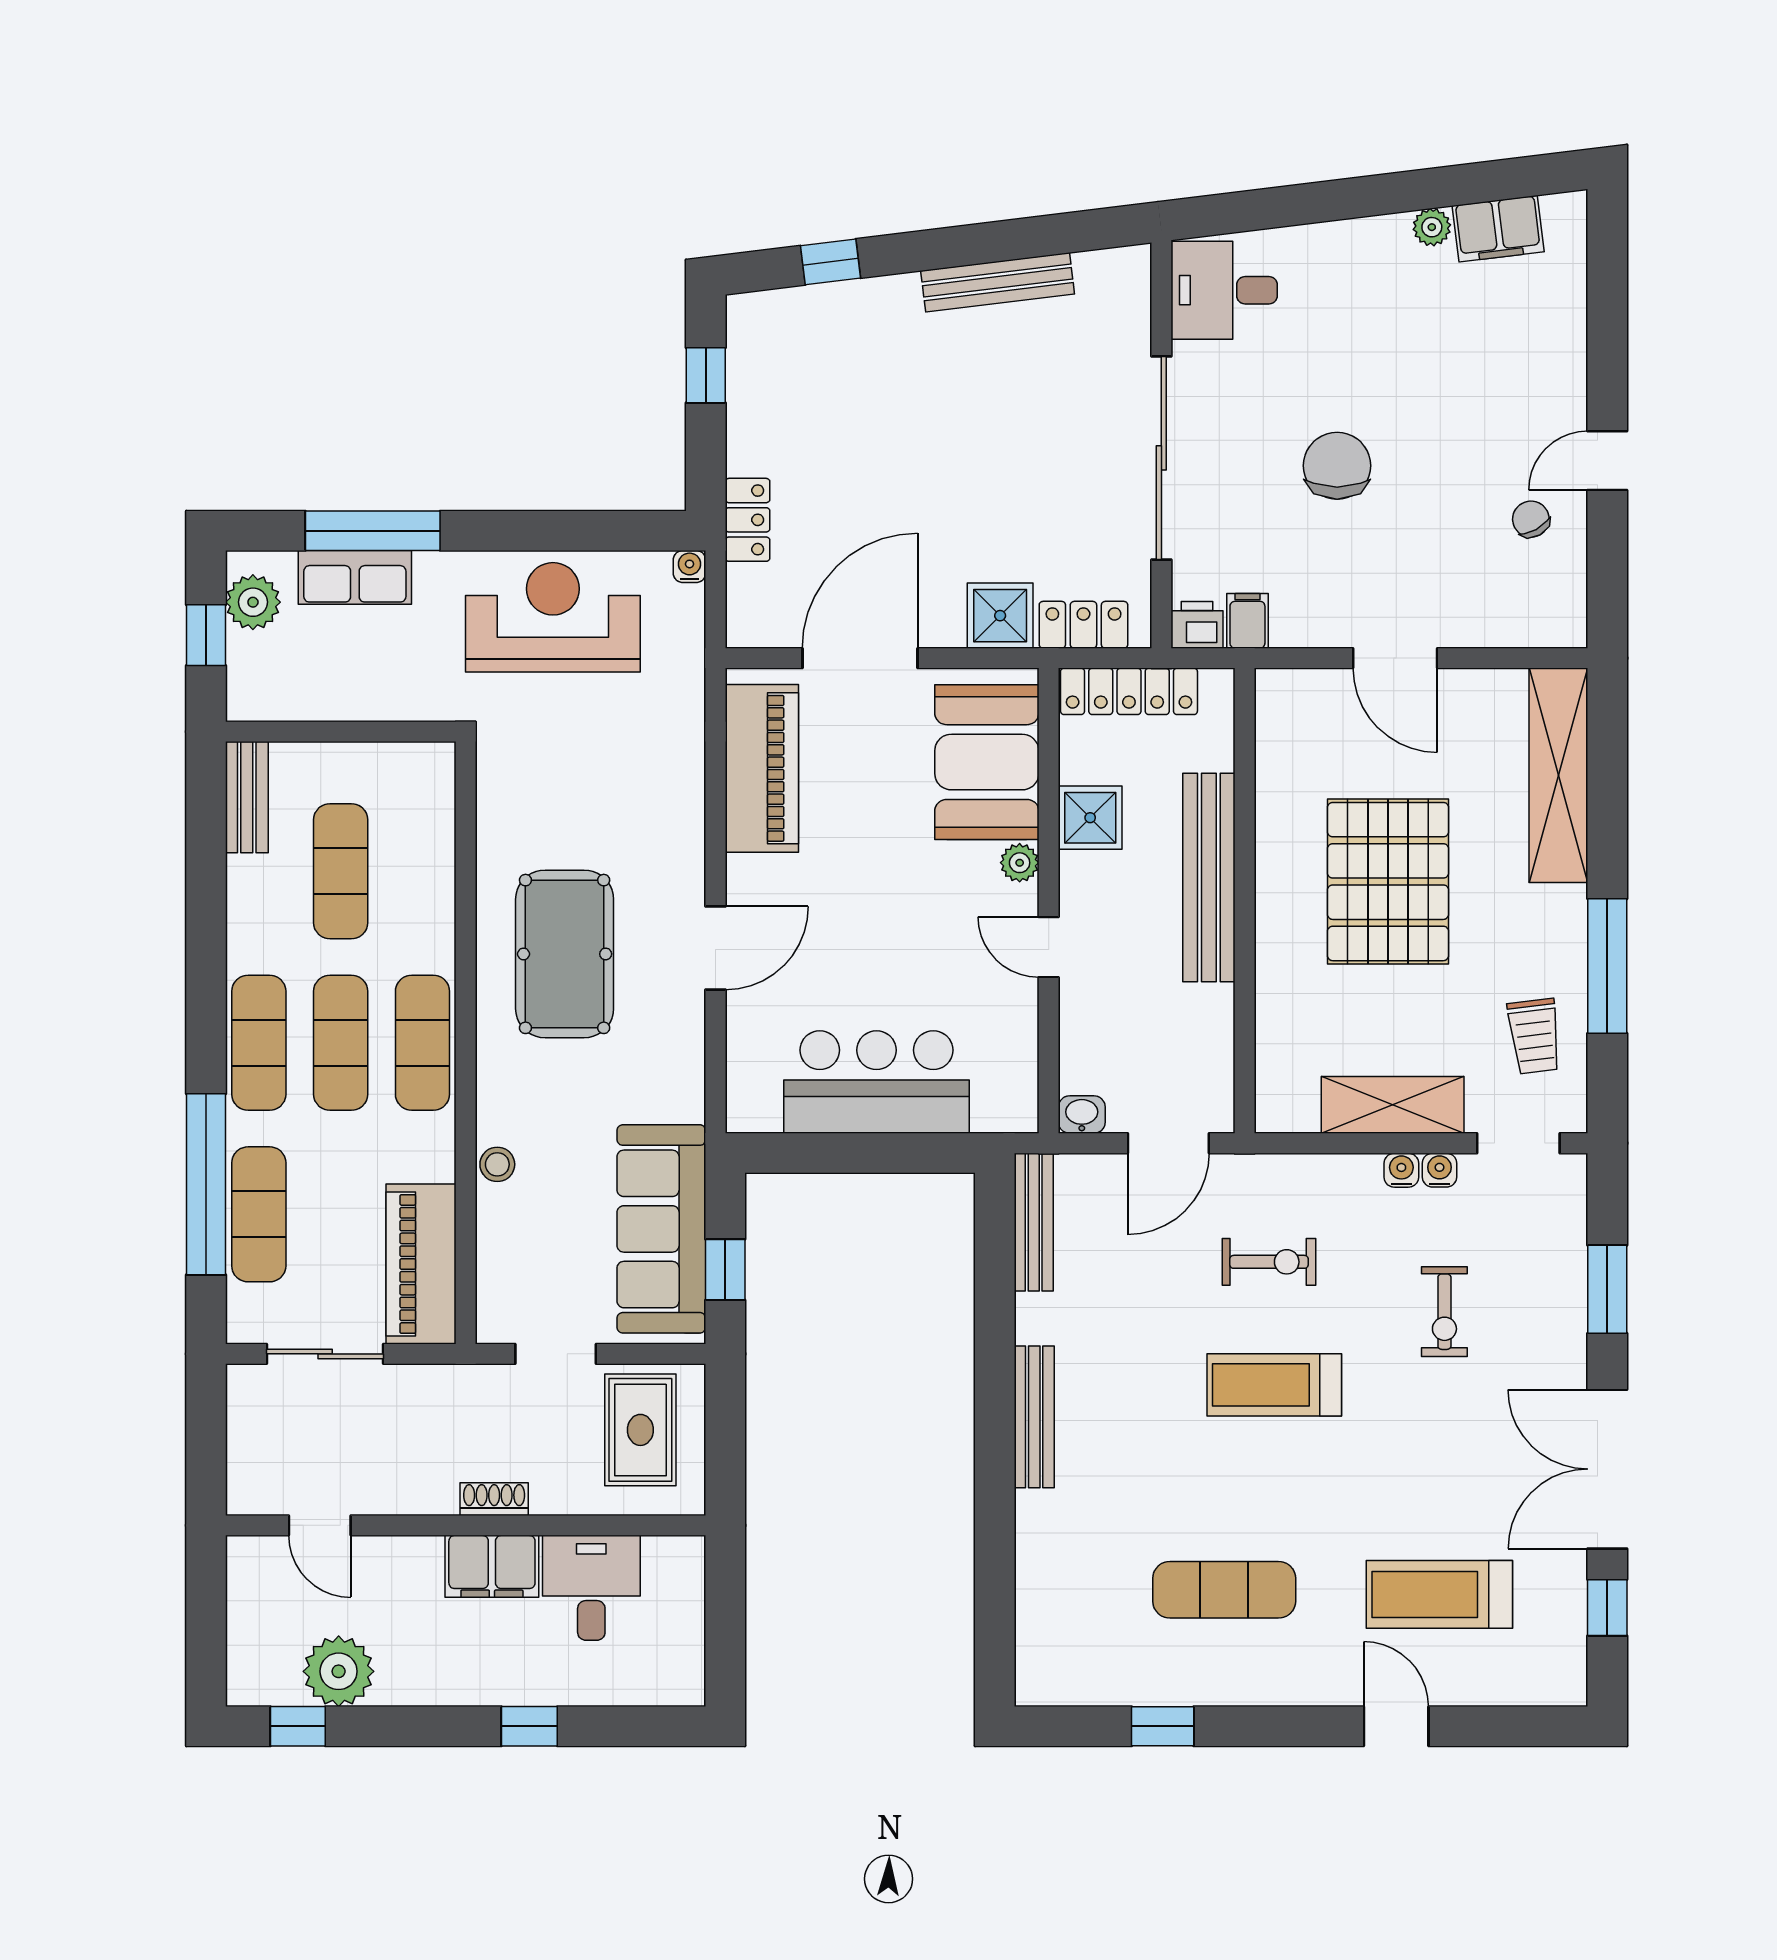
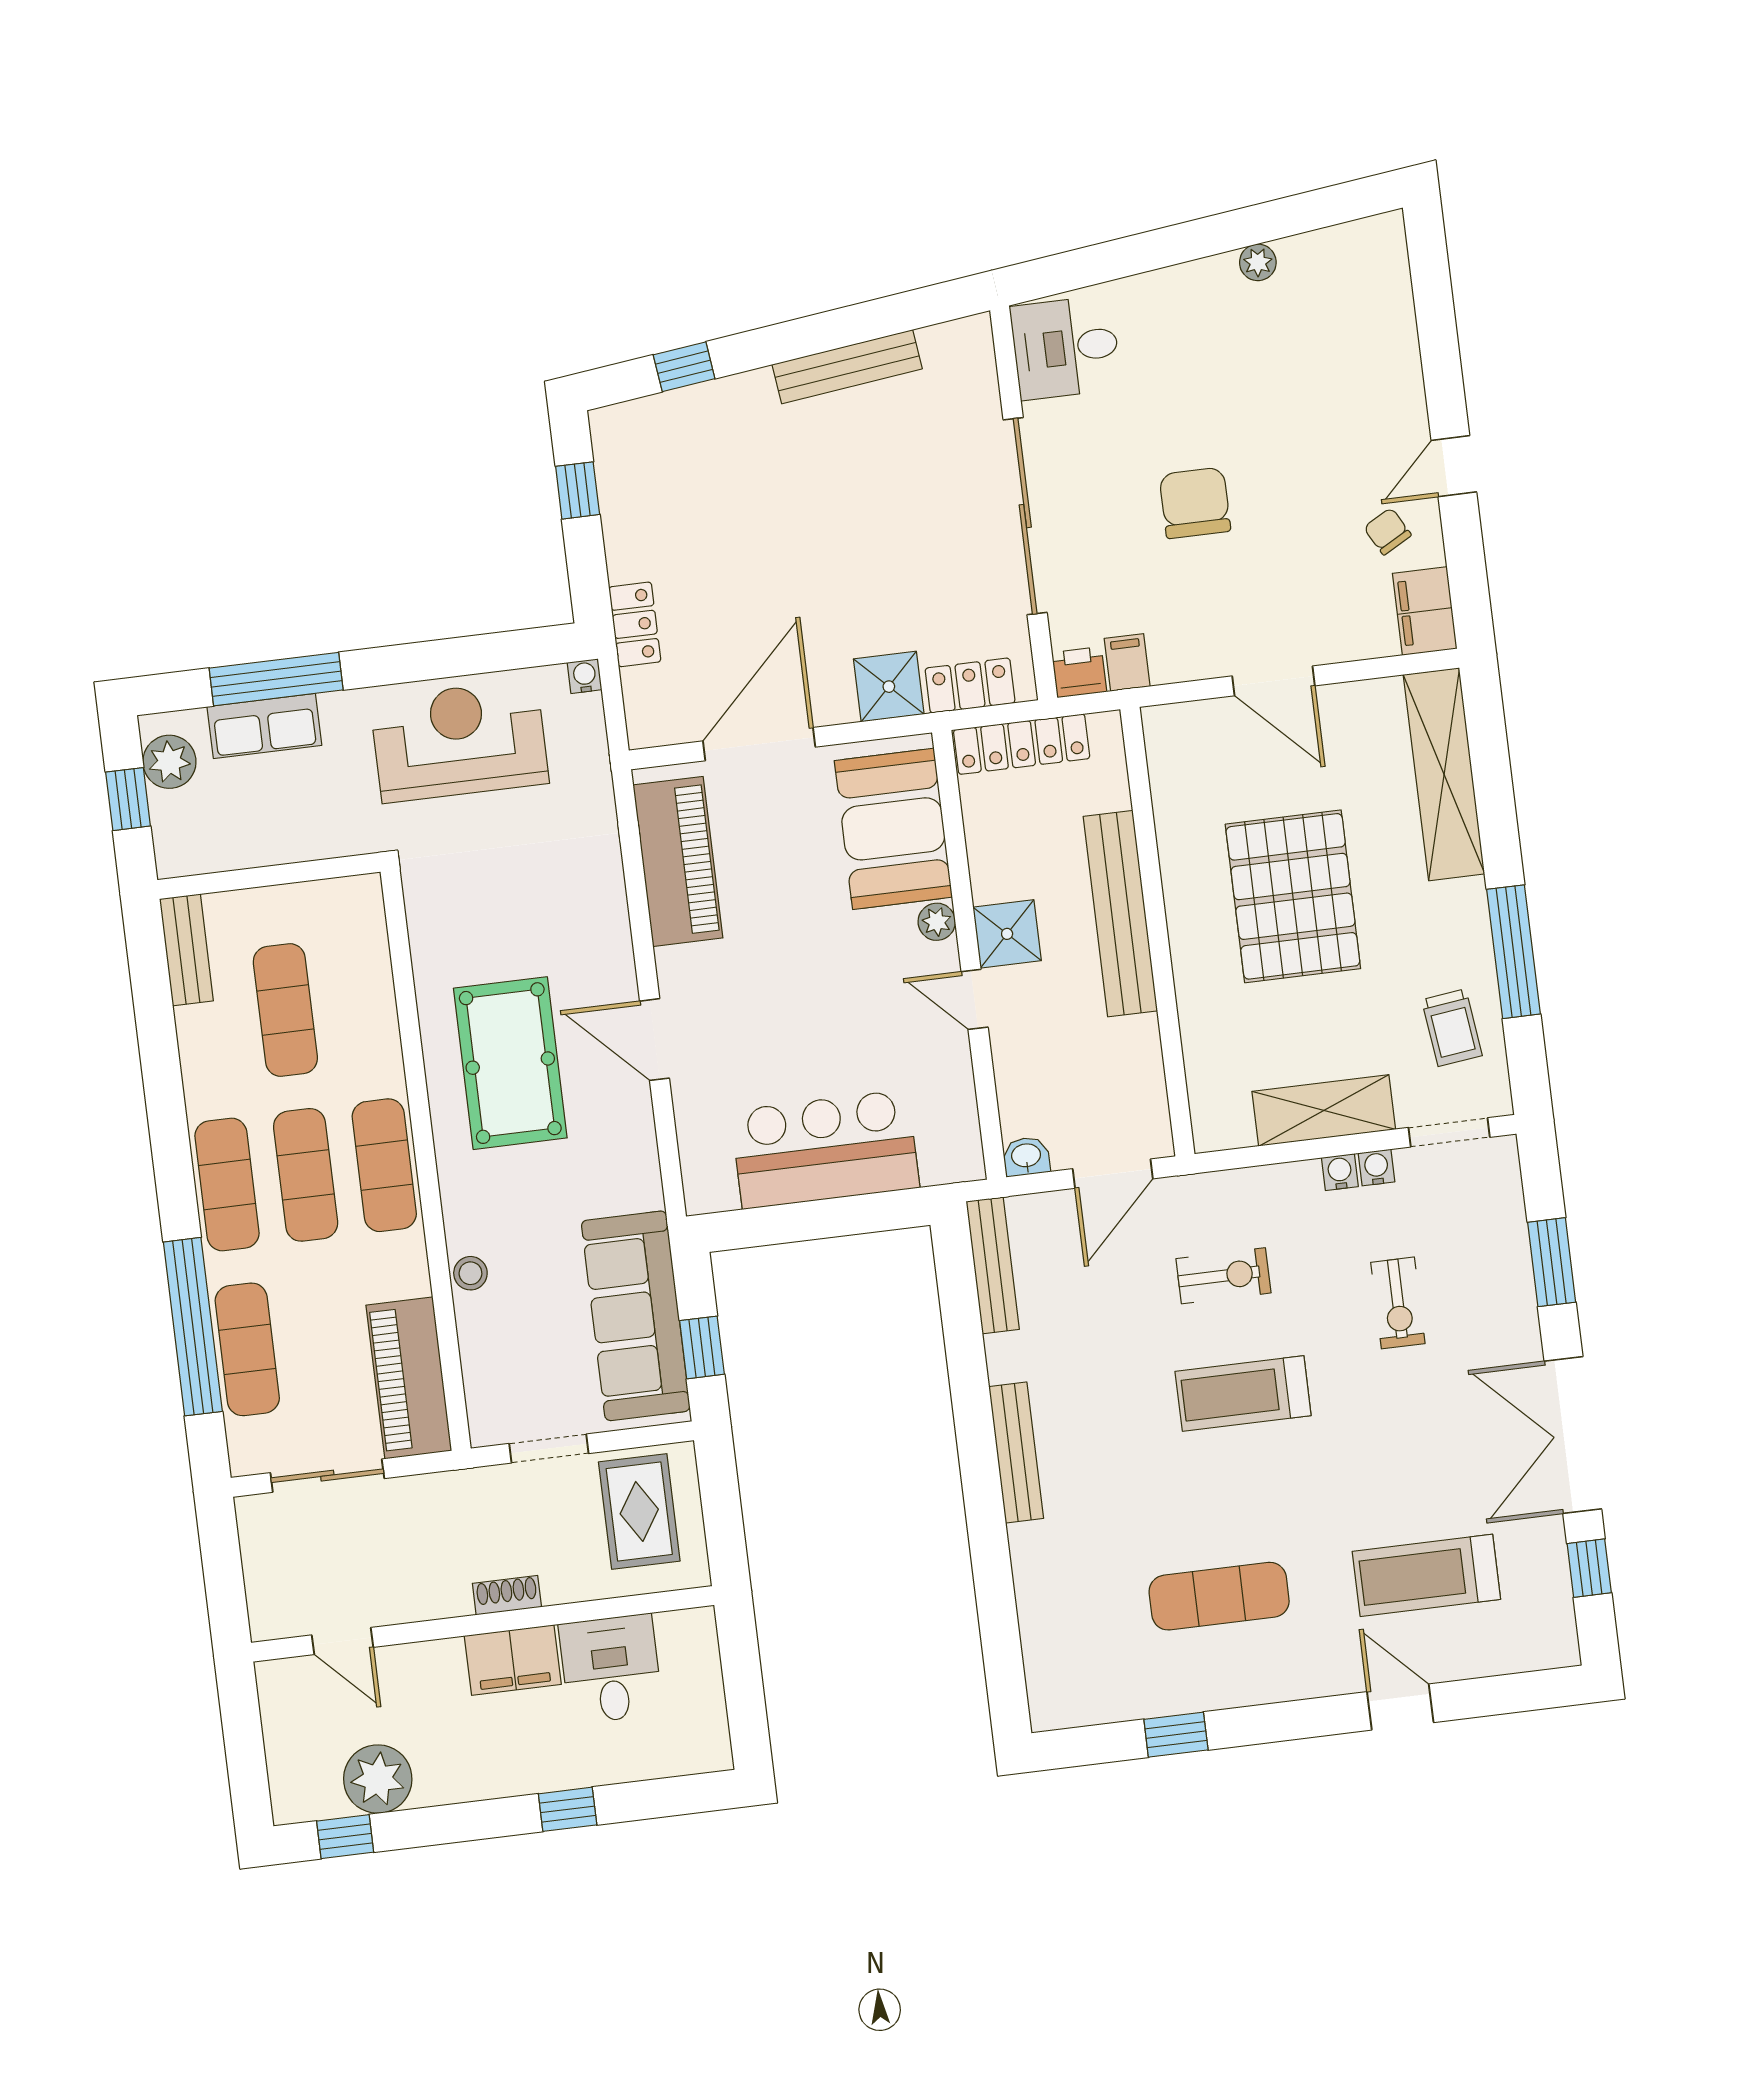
filing cabinet: (1498, 229) -> (1425, 611), moved, turned 97
shower: (1090, 818) -> (1007, 934), moved
door: (715, 948) -> (655, 1040), swing flipped

